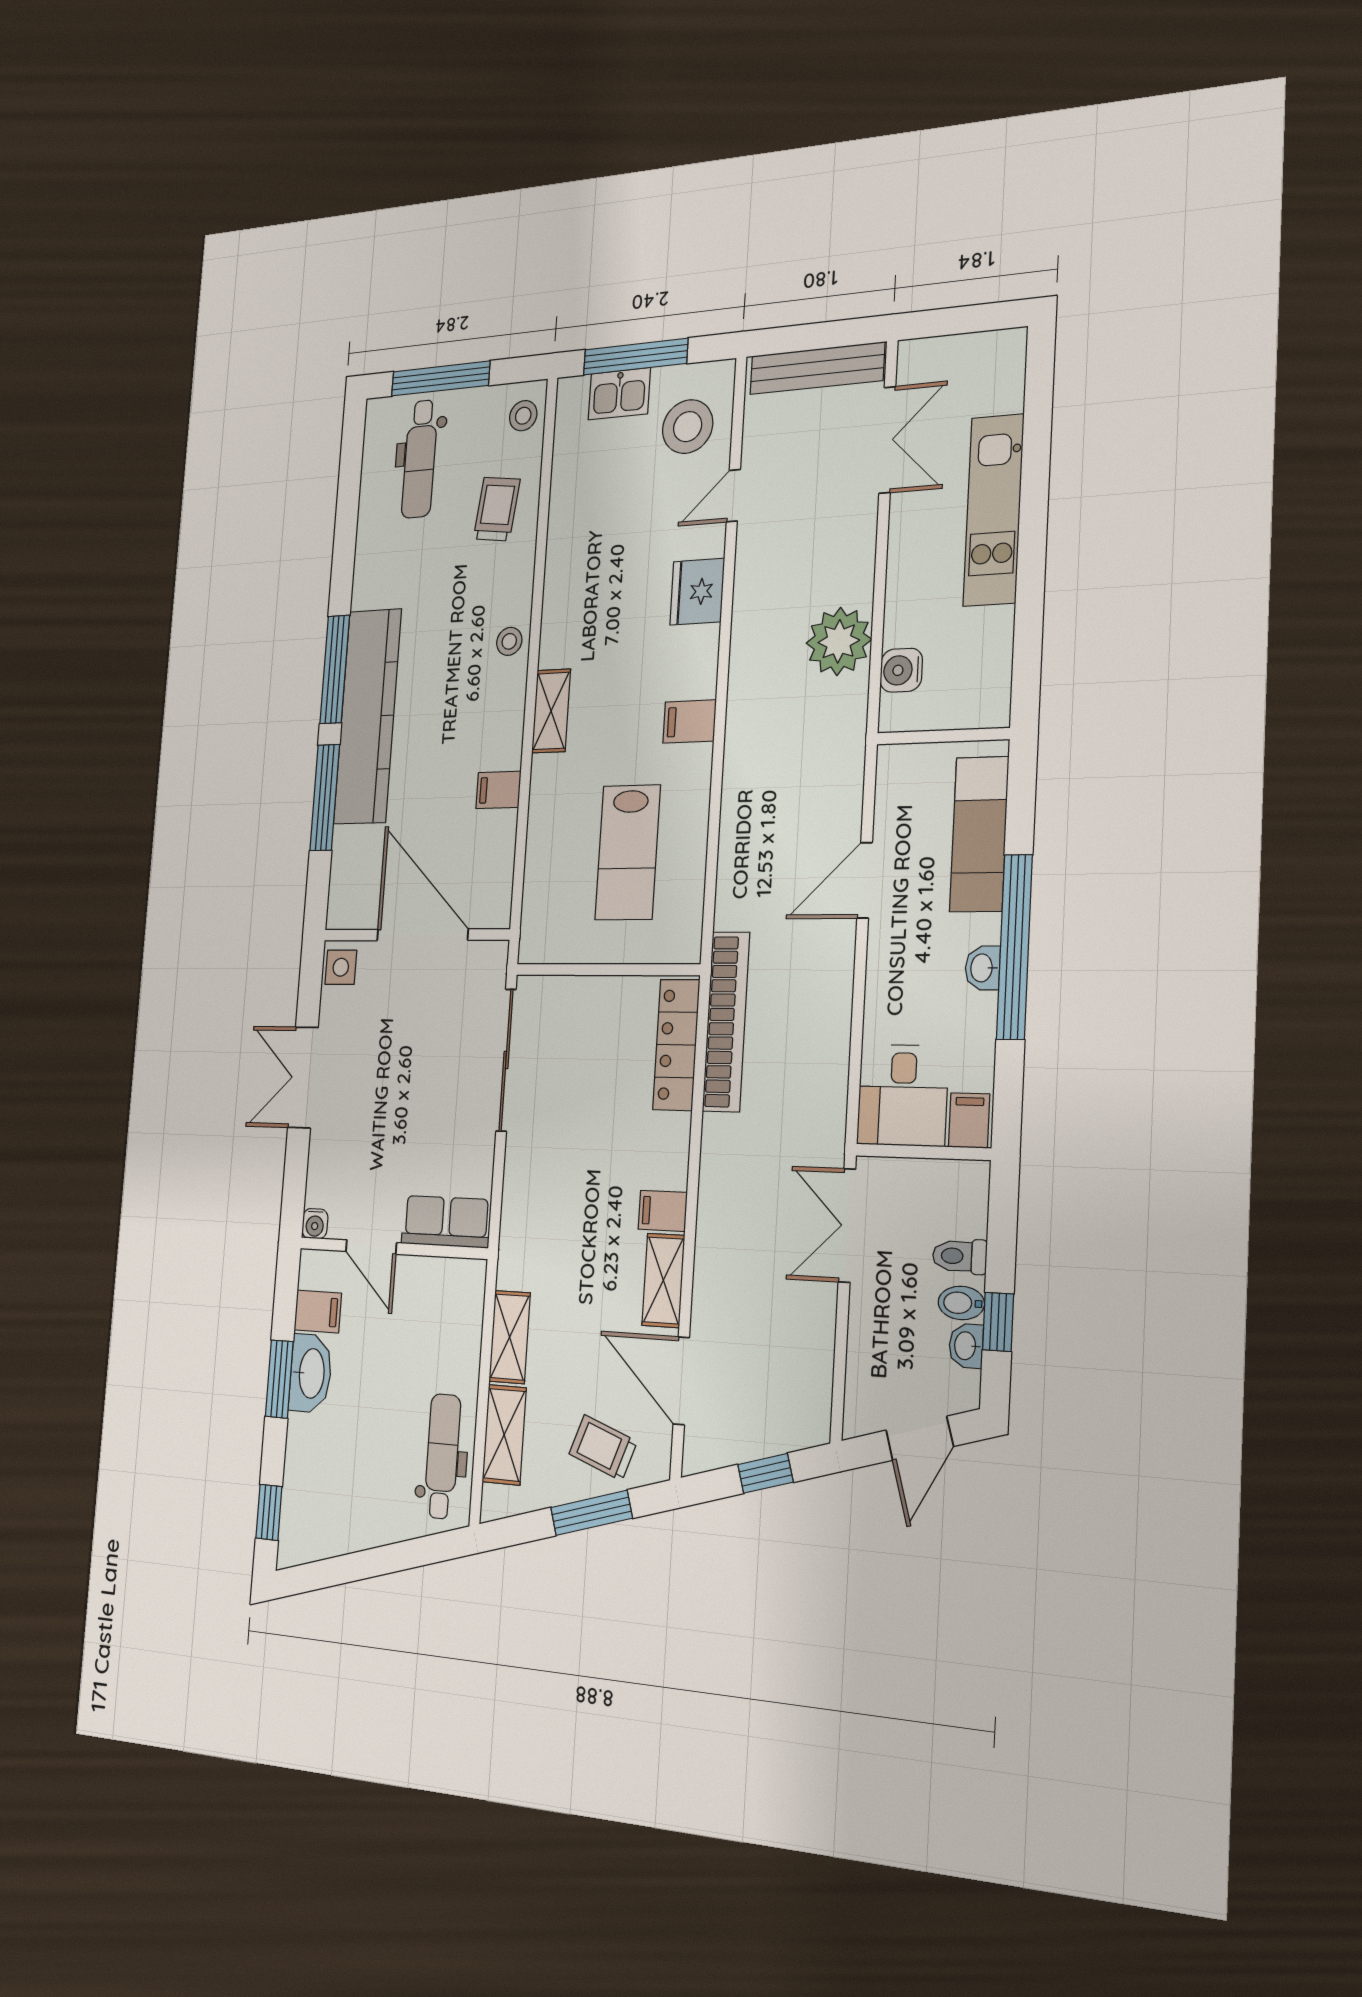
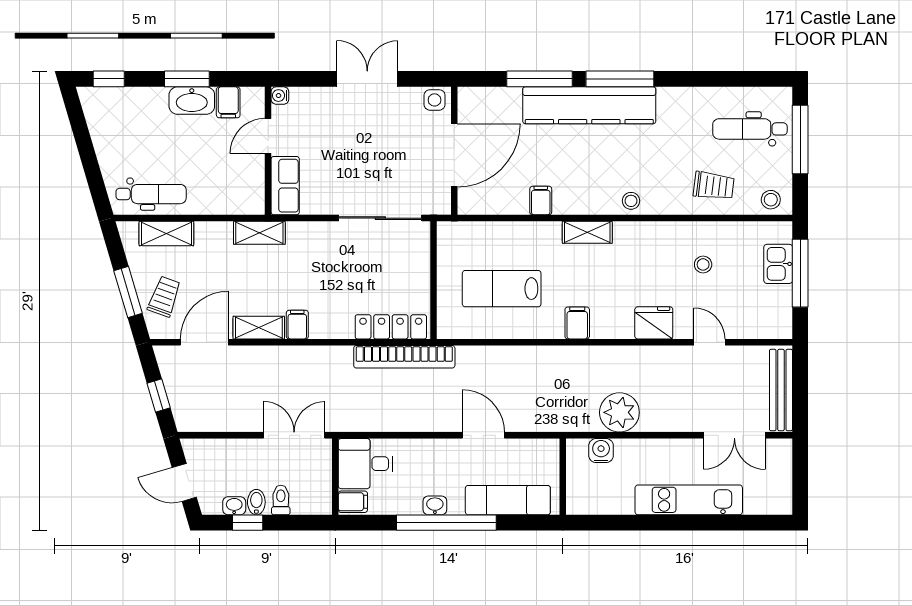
stool: (688, 427) -> (703, 264), moved, width x0.53, depth x0.53
shelving: (510, 1337) -> (259, 233), moved

